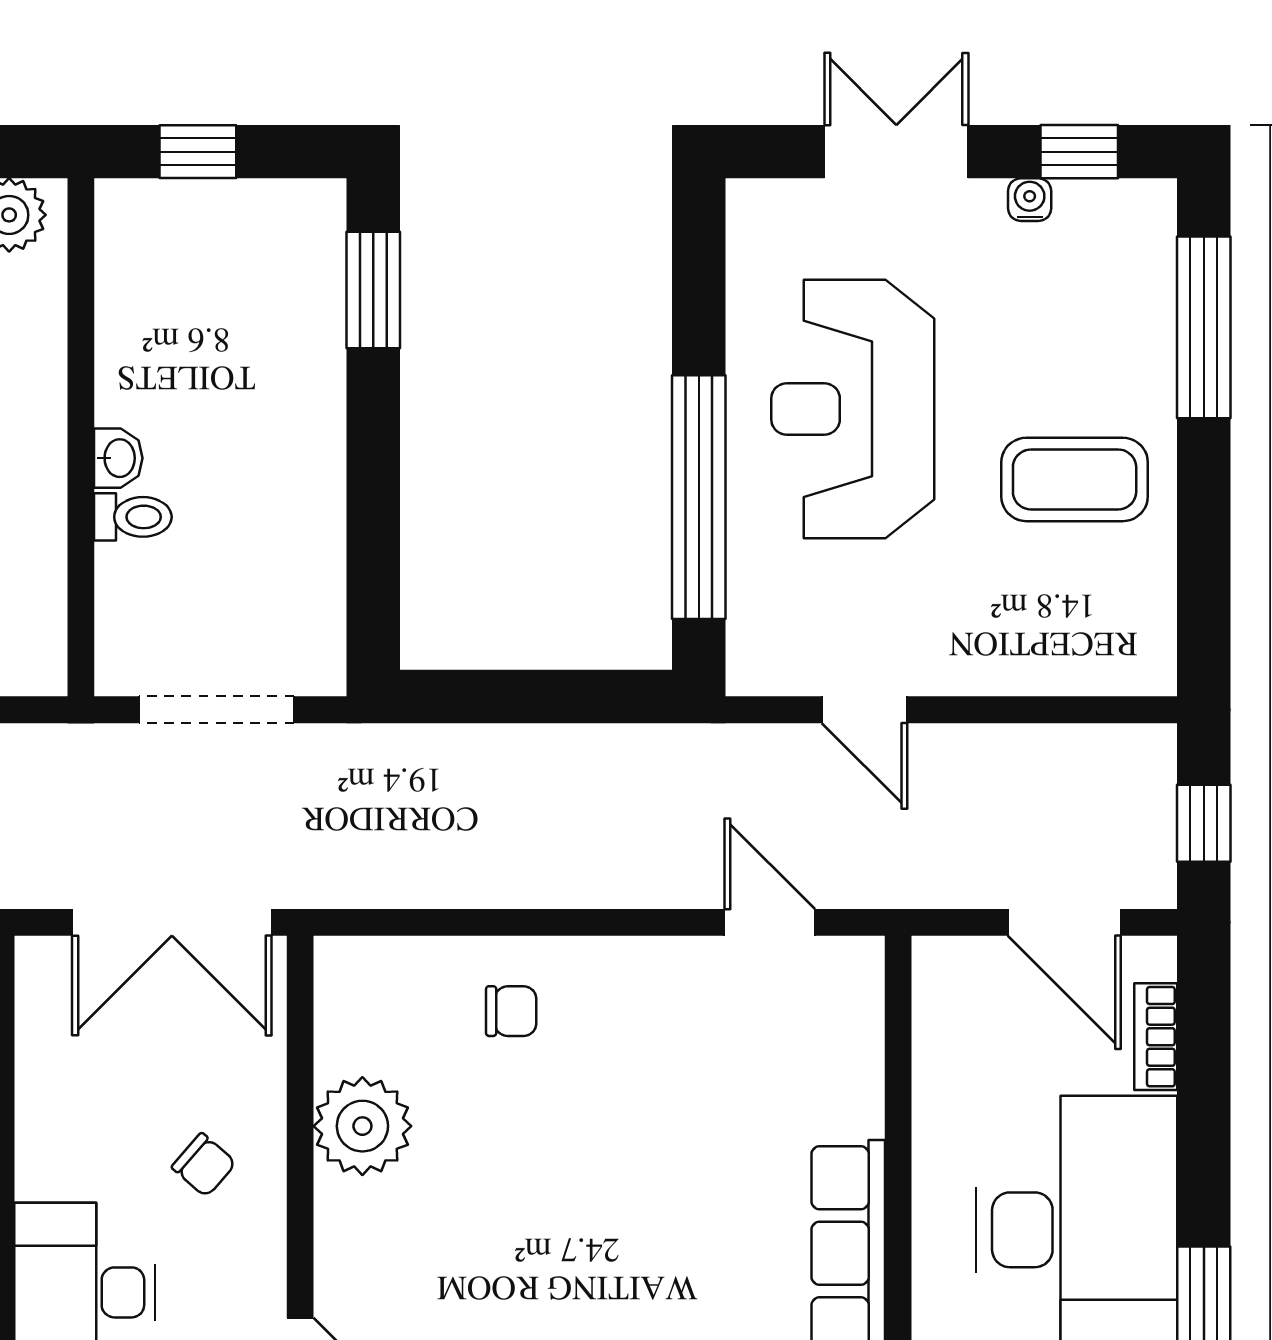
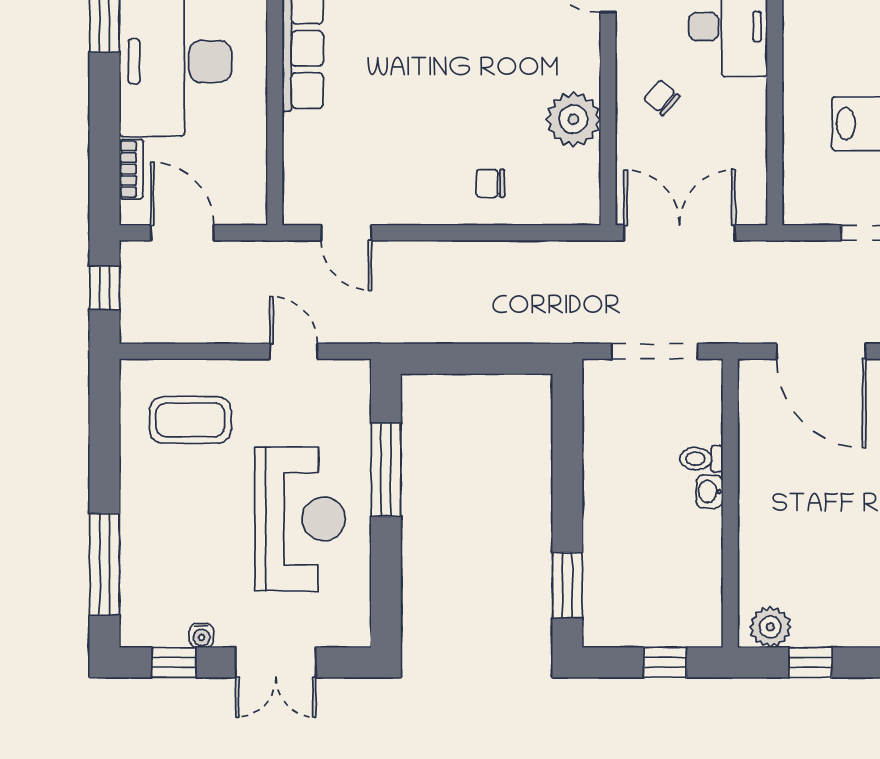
coffee table: (1075, 479) -> (190, 420), moved
window: (699, 497) -> (386, 470), width x0.68

